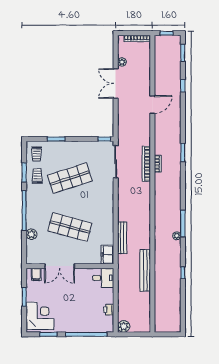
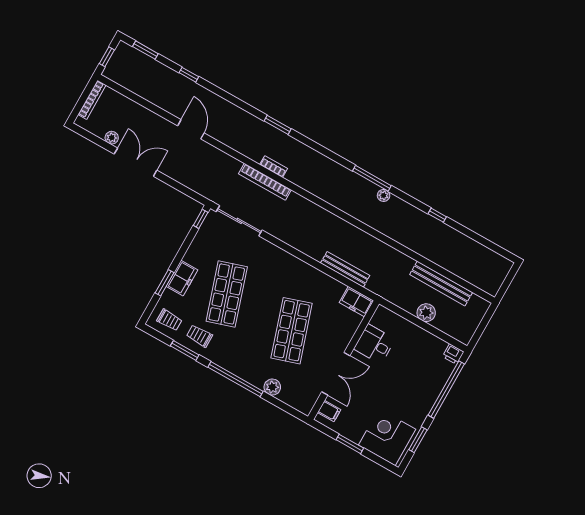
double door: (116, 84) -> (136, 162), swing flipped
freezer: (64, 147) -> (182, 278), added
shop shelf: (70, 227) -> (292, 331), turned -33
bench: (145, 270) -> (441, 284), moved
desk: (103, 278) -> (374, 344), moved, turned -90
printer: (109, 310) -> (453, 354), moved
plant: (124, 326) -> (426, 313), moved

